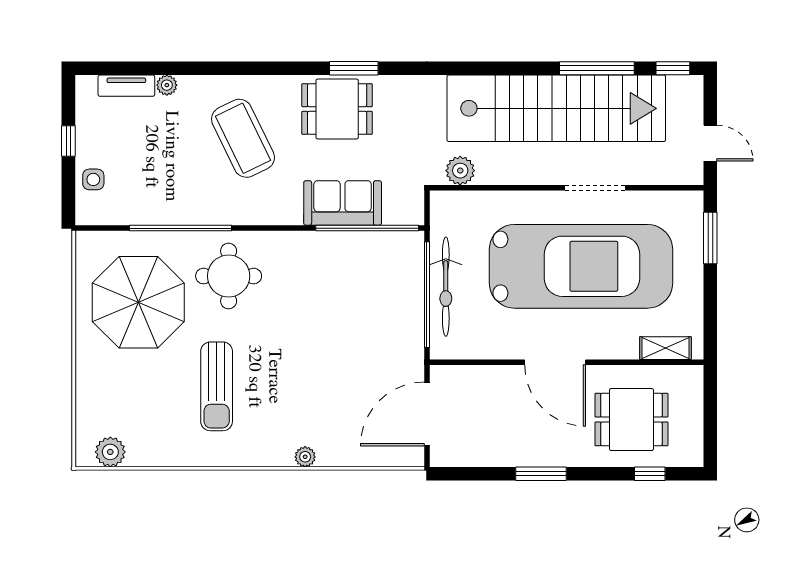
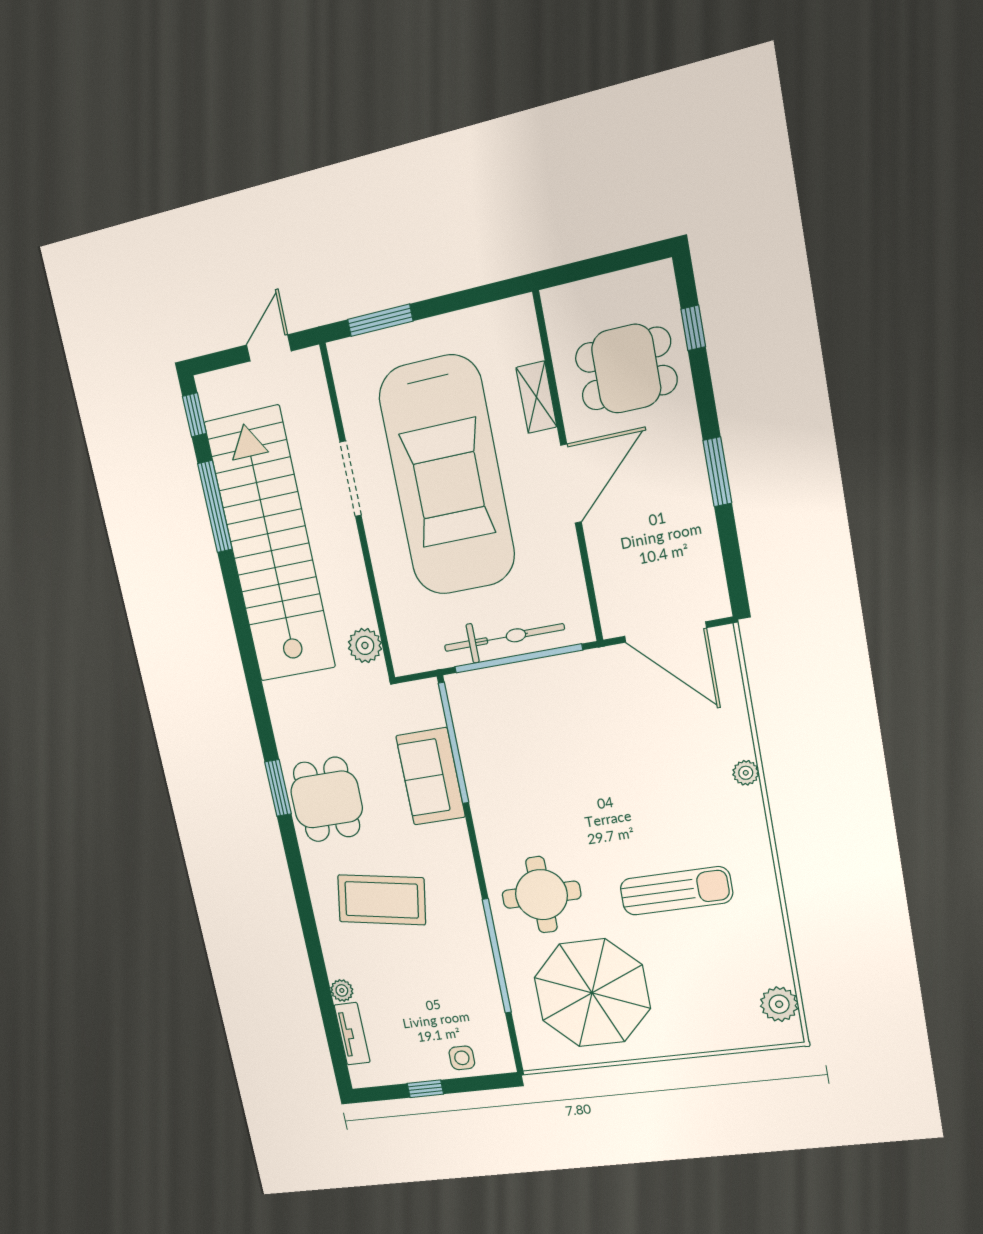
coffee table: (243, 138) -> (382, 900), turned 36
car: (581, 266) -> (447, 476), turned 180
shelving: (665, 348) -> (536, 397), moved
dining table: (631, 420) -> (626, 369), turned 90

